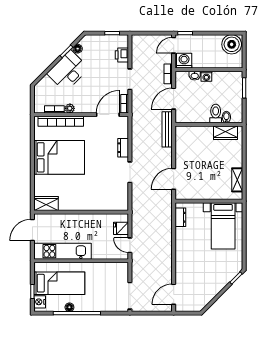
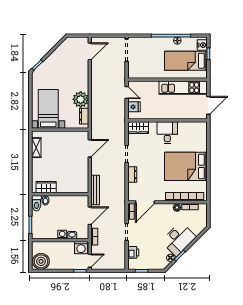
toilet: (216, 114) -> (36, 203), moved
desk: (81, 198) -> (167, 133), added
wardrobe: (46, 204) -> (138, 128), moved
plant: (185, 237) -> (81, 99), added

